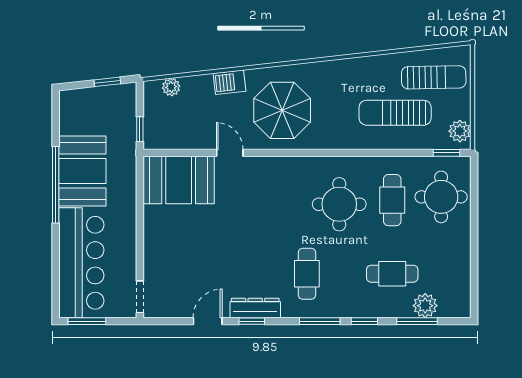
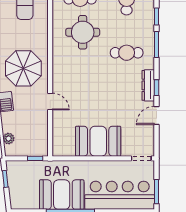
door: (230, 153) -> (50, 101), swing flipped
booth: (179, 180) -> (98, 141), moved, turned 90
door: (208, 321) -> (156, 116), hinge flipped

